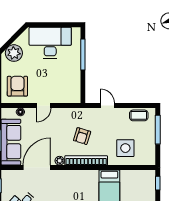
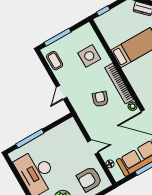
armchair: (82, 136) -> (100, 99), turned -88

